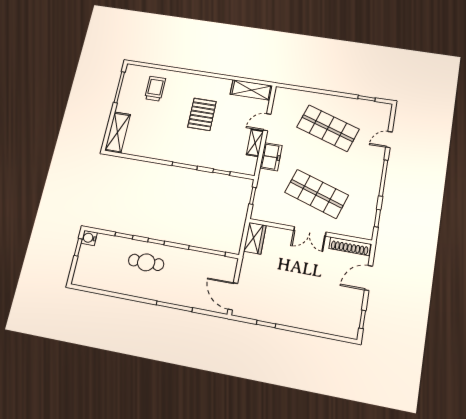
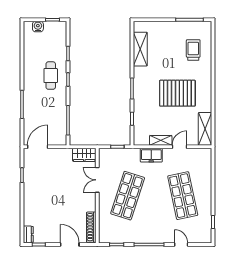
trolley: (155, 89) -> (193, 50), turned -90
pallet: (202, 114) -> (177, 93), width x1.37, depth x1.41
door: (267, 122) -> (179, 147), hinge flipped
shop shelf: (328, 128) -> (183, 196), turned -30
shelving: (118, 132) -> (140, 49), moved, turned 90
double door: (310, 231) -> (97, 180), moved
water cooler: (89, 238) -> (38, 27), moved
dresser: (347, 331) -> (28, 234), added

